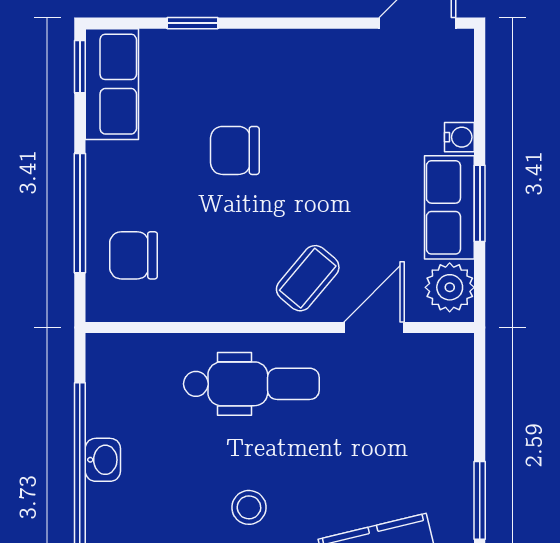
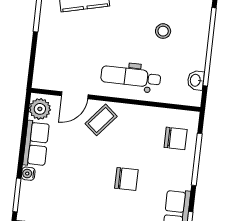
window: (480, 203) -> (17, 195), moved
washbasin: (103, 460) -> (196, 80), moved
stool: (249, 507) -> (163, 31), moved

